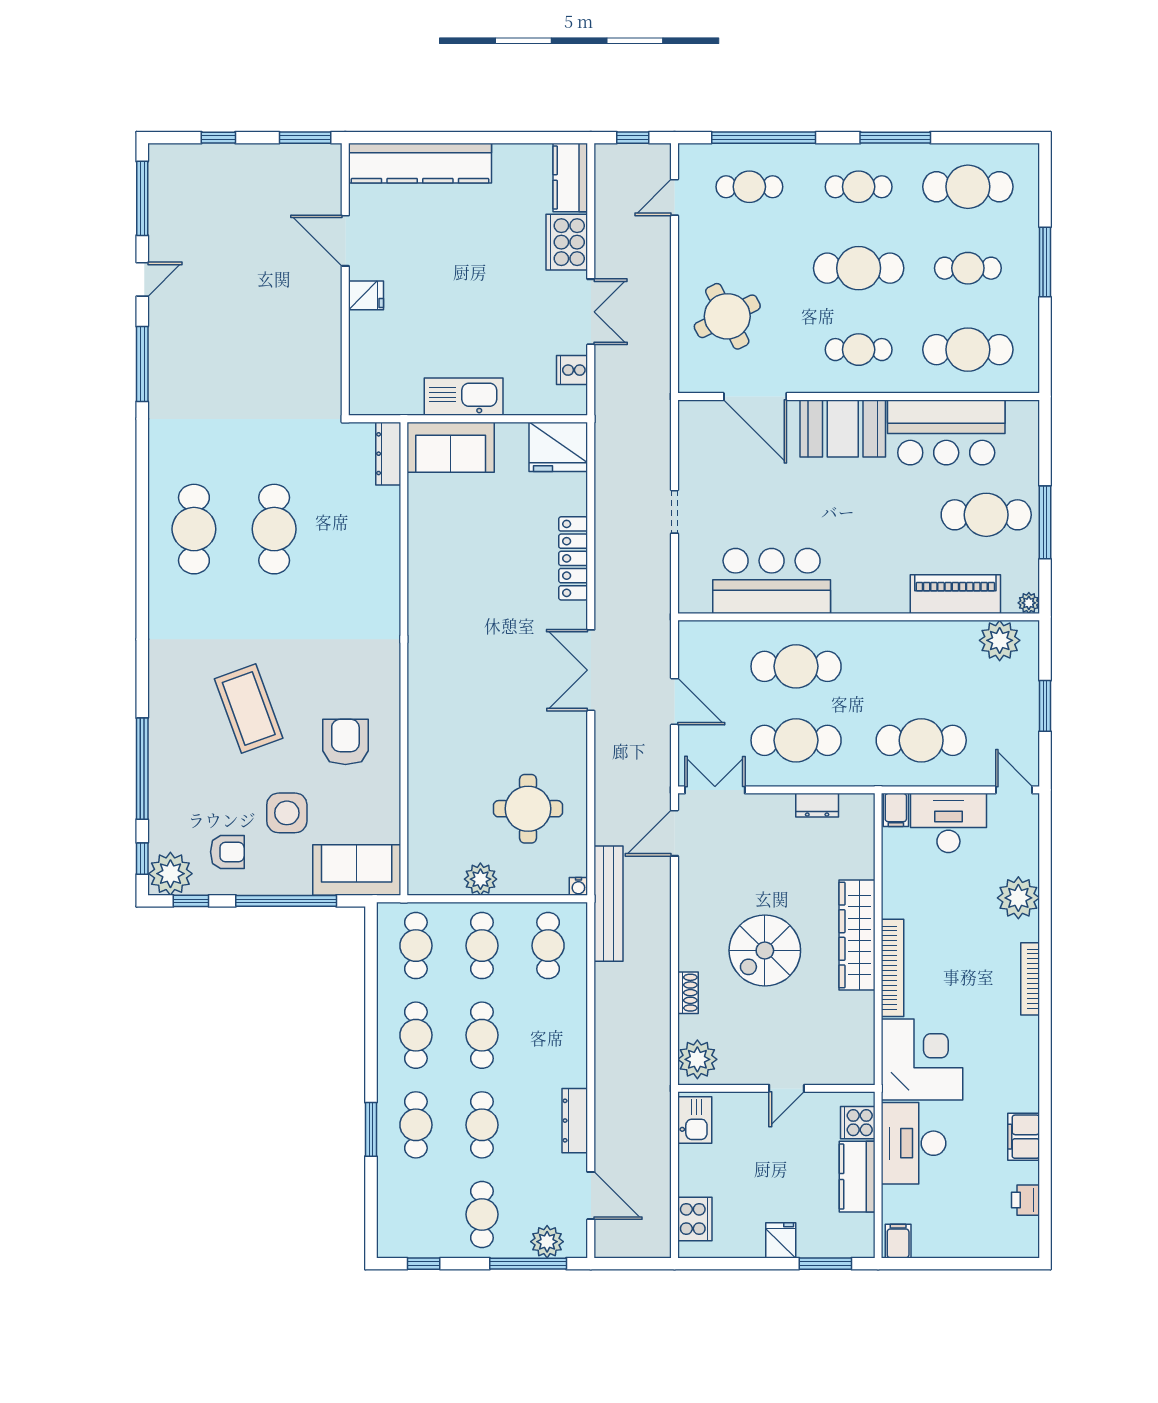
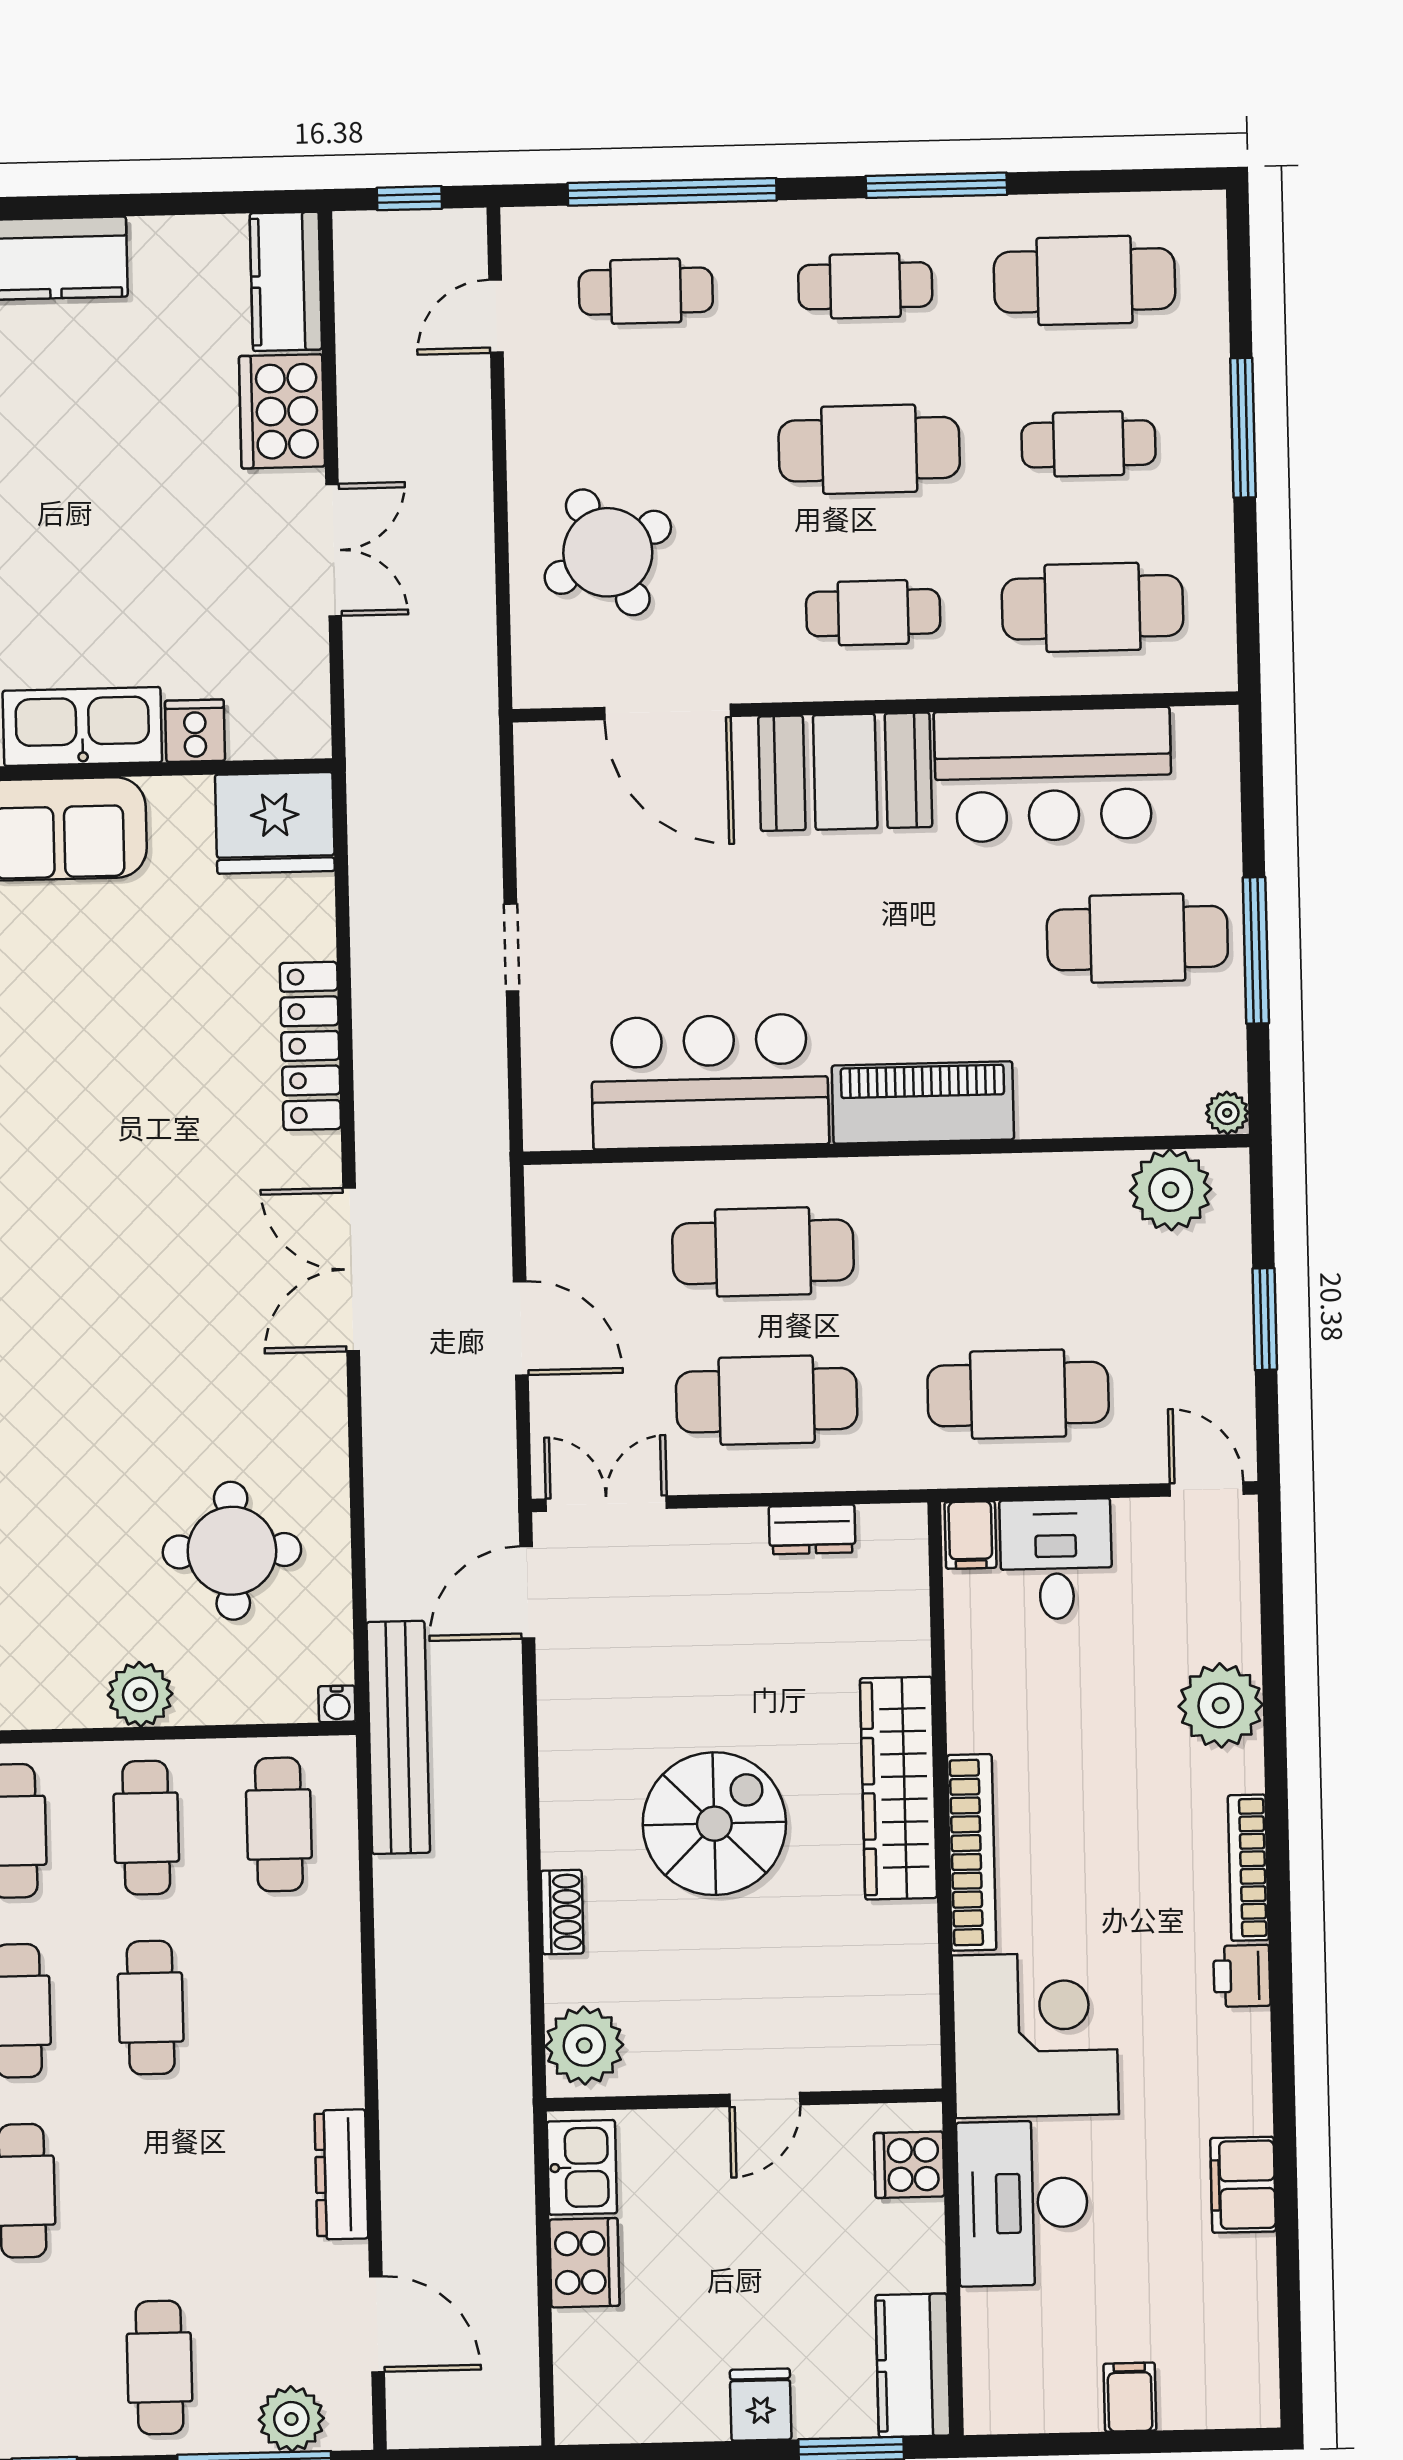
cooker: (572, 370) -> (195, 731), moved, turned 90
piano: (955, 594) -> (923, 1103), moved
desk: (948, 823) -> (1056, 1559), width x0.73
spiral stairs: (765, 950) -> (714, 1824), turned 180
cafe table: (482, 1125) -> (155, 2188), removed
kitchen counter: (857, 1177) -> (913, 2365), moved
printer: (1026, 1200) -> (1242, 1976), moved
cooker: (695, 1219) -> (584, 2263), moved
filing cabinet: (898, 1241) -> (1130, 2397), moved

